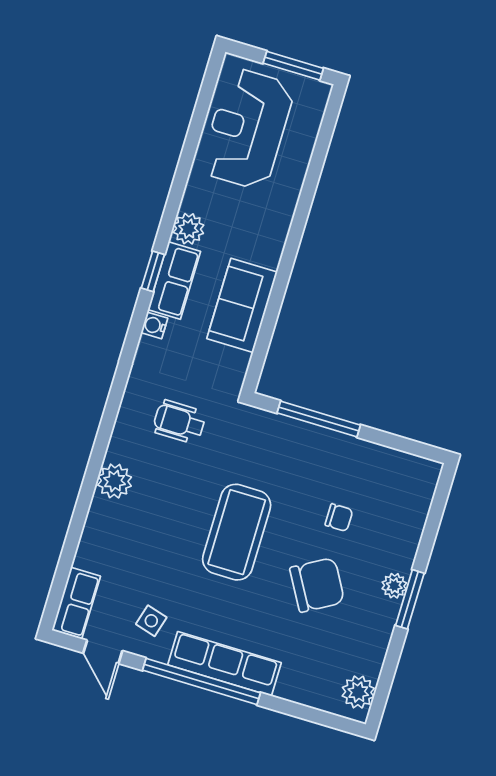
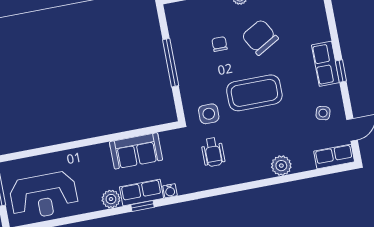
window: (319, 419) -> (171, 63), moved
side table: (241, 446) -> (209, 114), added
plant: (115, 481) -> (281, 166), moved
row of seats: (224, 664) -> (325, 64), width x0.68
window: (201, 682) -> (341, 71), width x0.32

